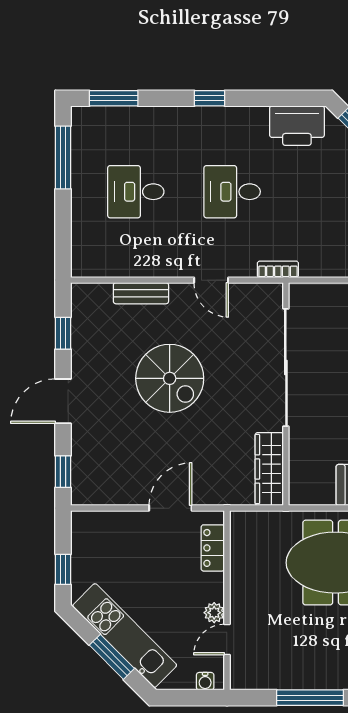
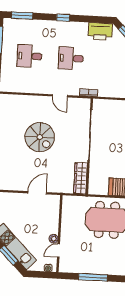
bench: (141, 293) -> (29, 100), removed
locker: (213, 548) -> (54, 211), removed

